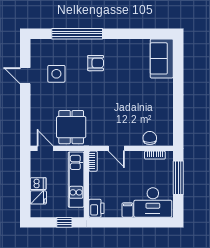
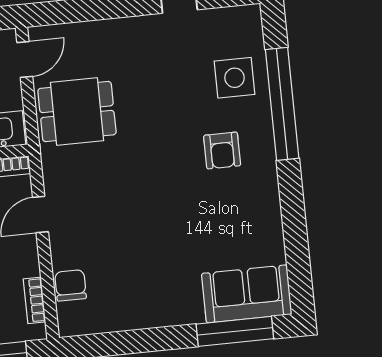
window: (178, 66) -> (235, 331), added
side table: (56, 74) -> (235, 78), moved
chair: (150, 138) -> (70, 285), turned -90

